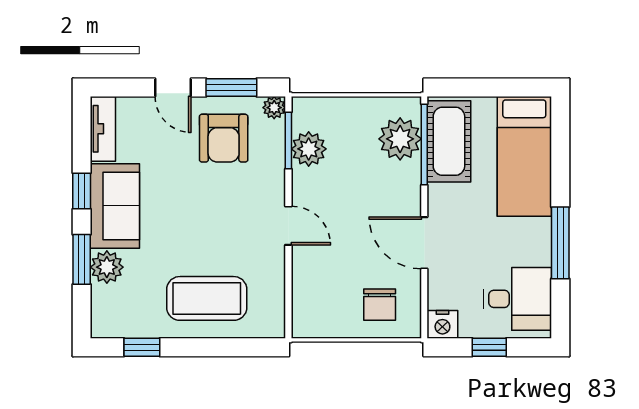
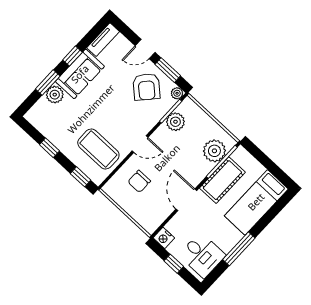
door: (173, 87) -> (145, 49), hinge flipped
armchair: (224, 138) -> (146, 87), turned -48
cot: (449, 141) -> (222, 180), moved
door: (288, 226) -> (140, 144), hinge flipped
coffee table: (207, 298) -> (98, 149), moved
chair: (380, 305) -> (139, 181), moved
window: (142, 347) -> (49, 148), moved
window: (249, 347) -> (81, 177), added

